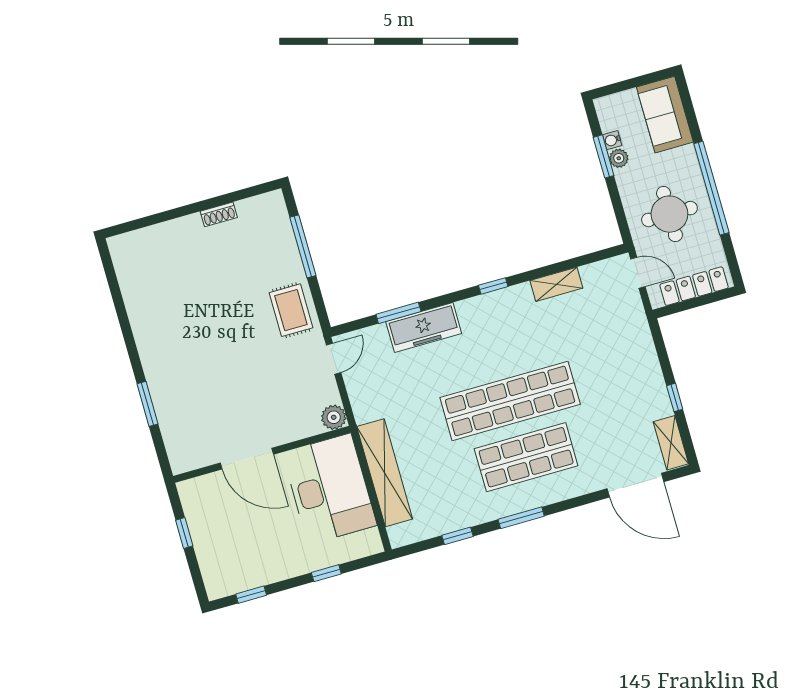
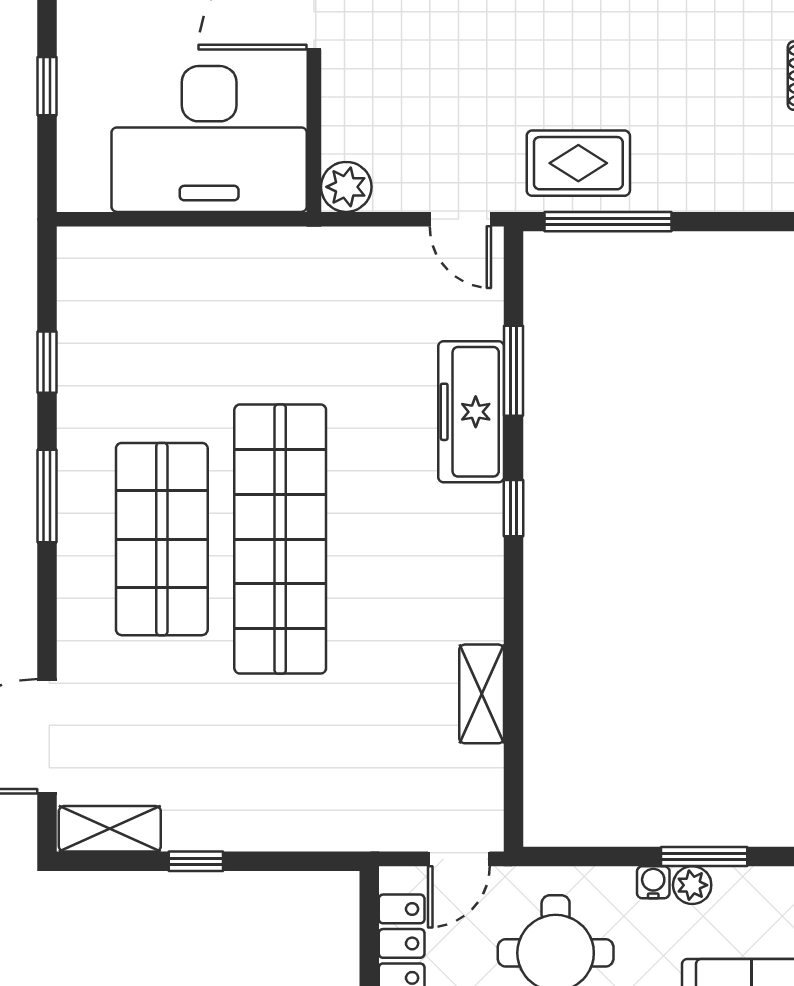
water cooler: (612, 140) -> (653, 882), moved
window: (303, 246) -> (608, 222), moved
window: (493, 286) -> (513, 508), moved
shelving: (385, 473) -> (210, 255), removed

